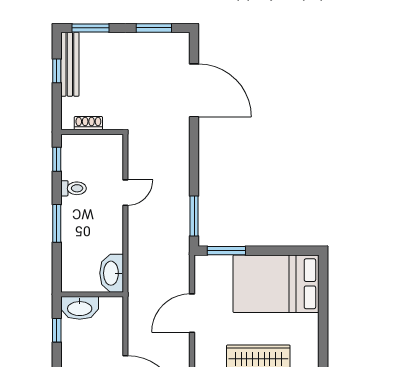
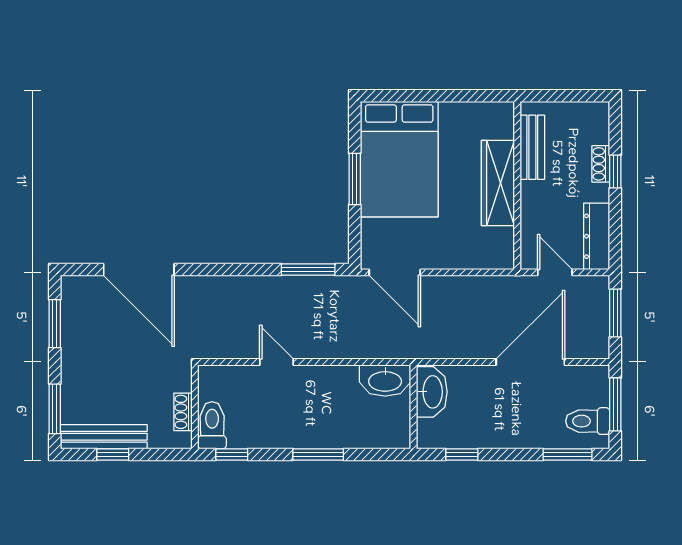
door: (194, 90) -> (139, 270), swing flipped
toilet: (73, 188) -> (212, 425), moved, width x1.37, depth x1.39
window: (226, 251) -> (355, 179), moved
washbasin: (80, 308) -> (432, 392), moved
door: (192, 313) -> (395, 272), moved

